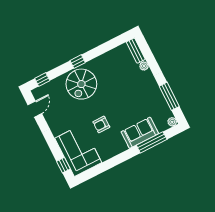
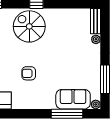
spiral stairs: (81, 84) -> (29, 26), turned 90
sofa: (140, 133) -> (73, 99), moved

